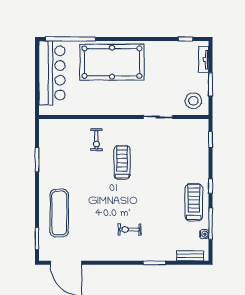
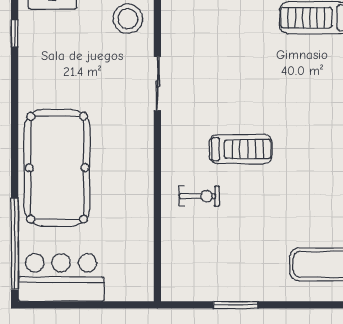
bar counter: (52, 73) -> (61, 278), width x0.73
treadmill: (122, 162) -> (241, 149), turned 180

